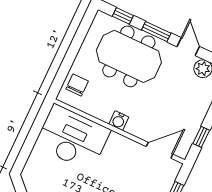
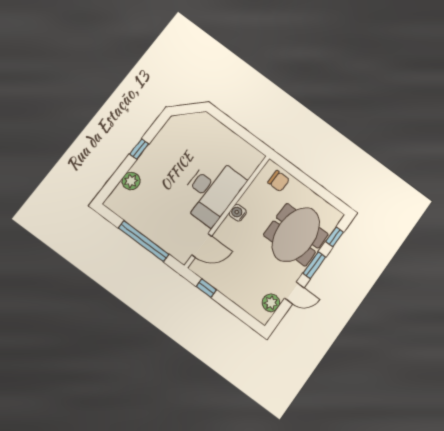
desk: (72, 138) -> (212, 191), moved
door: (160, 150) -> (202, 246), hinge flipped

